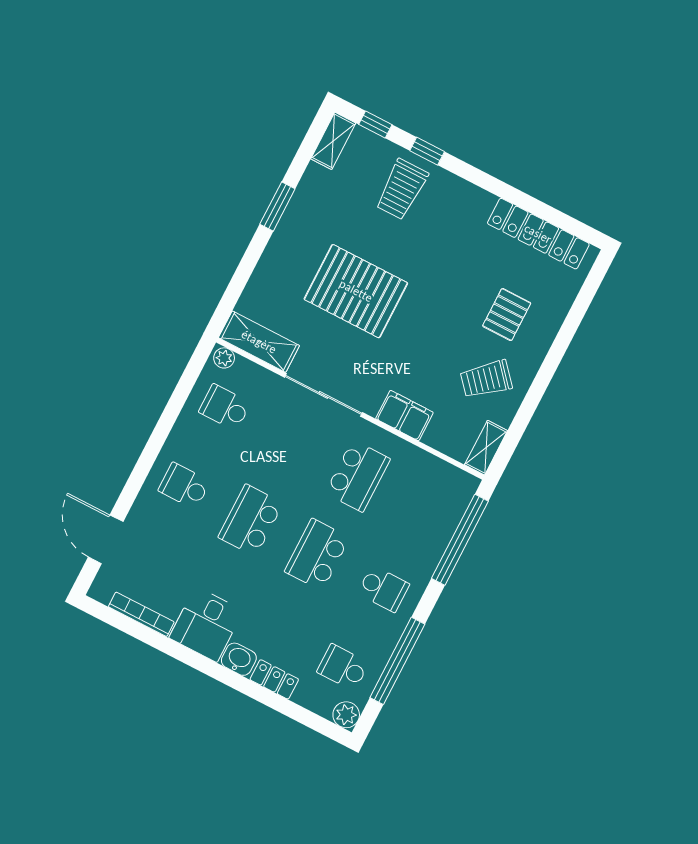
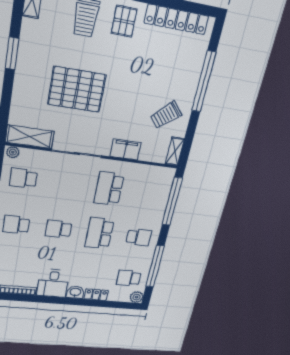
pallet: (507, 315) -> (124, 21), moved
window: (561, 344) -> (204, 82), added
school desk: (358, 476) -> (109, 189), turned 180
school desk: (251, 520) -> (59, 229), width x0.54

